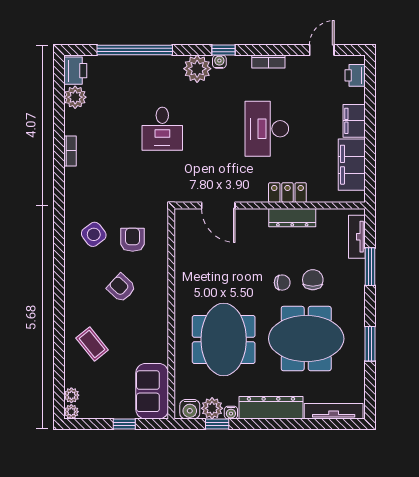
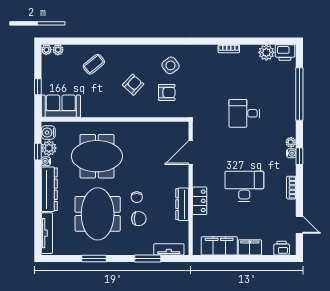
plant: (197, 69) -> (291, 142), width x0.53, depth x0.53

